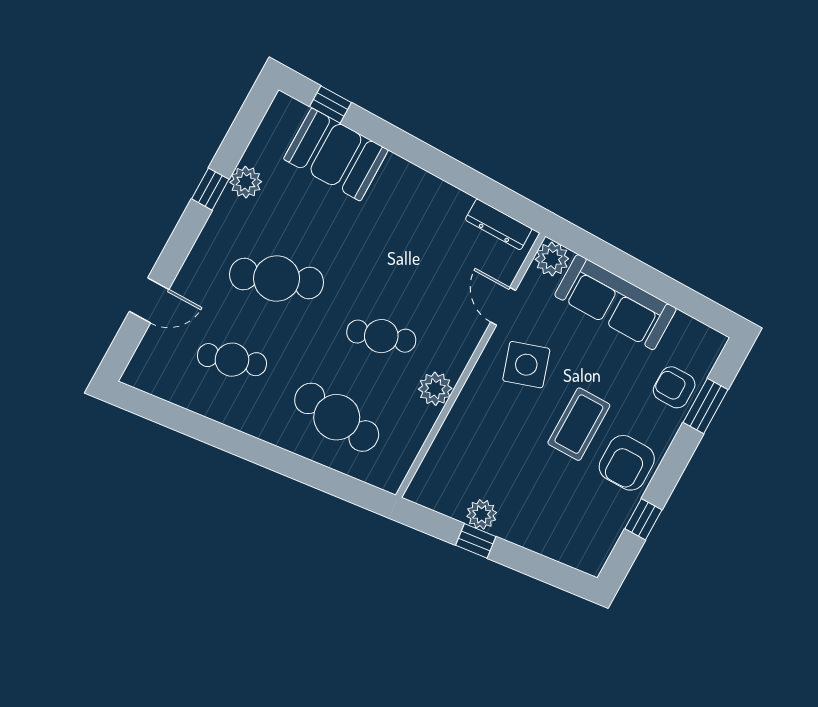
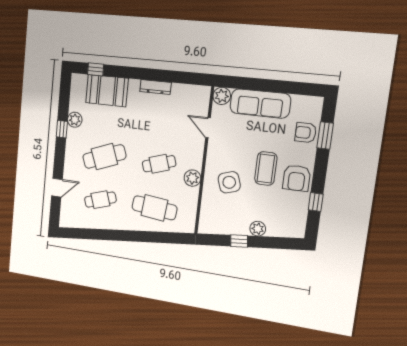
dresser: (499, 224) -> (155, 87), moved
side table: (526, 365) -> (229, 182), moved
plant: (482, 514) -> (258, 229), moved

